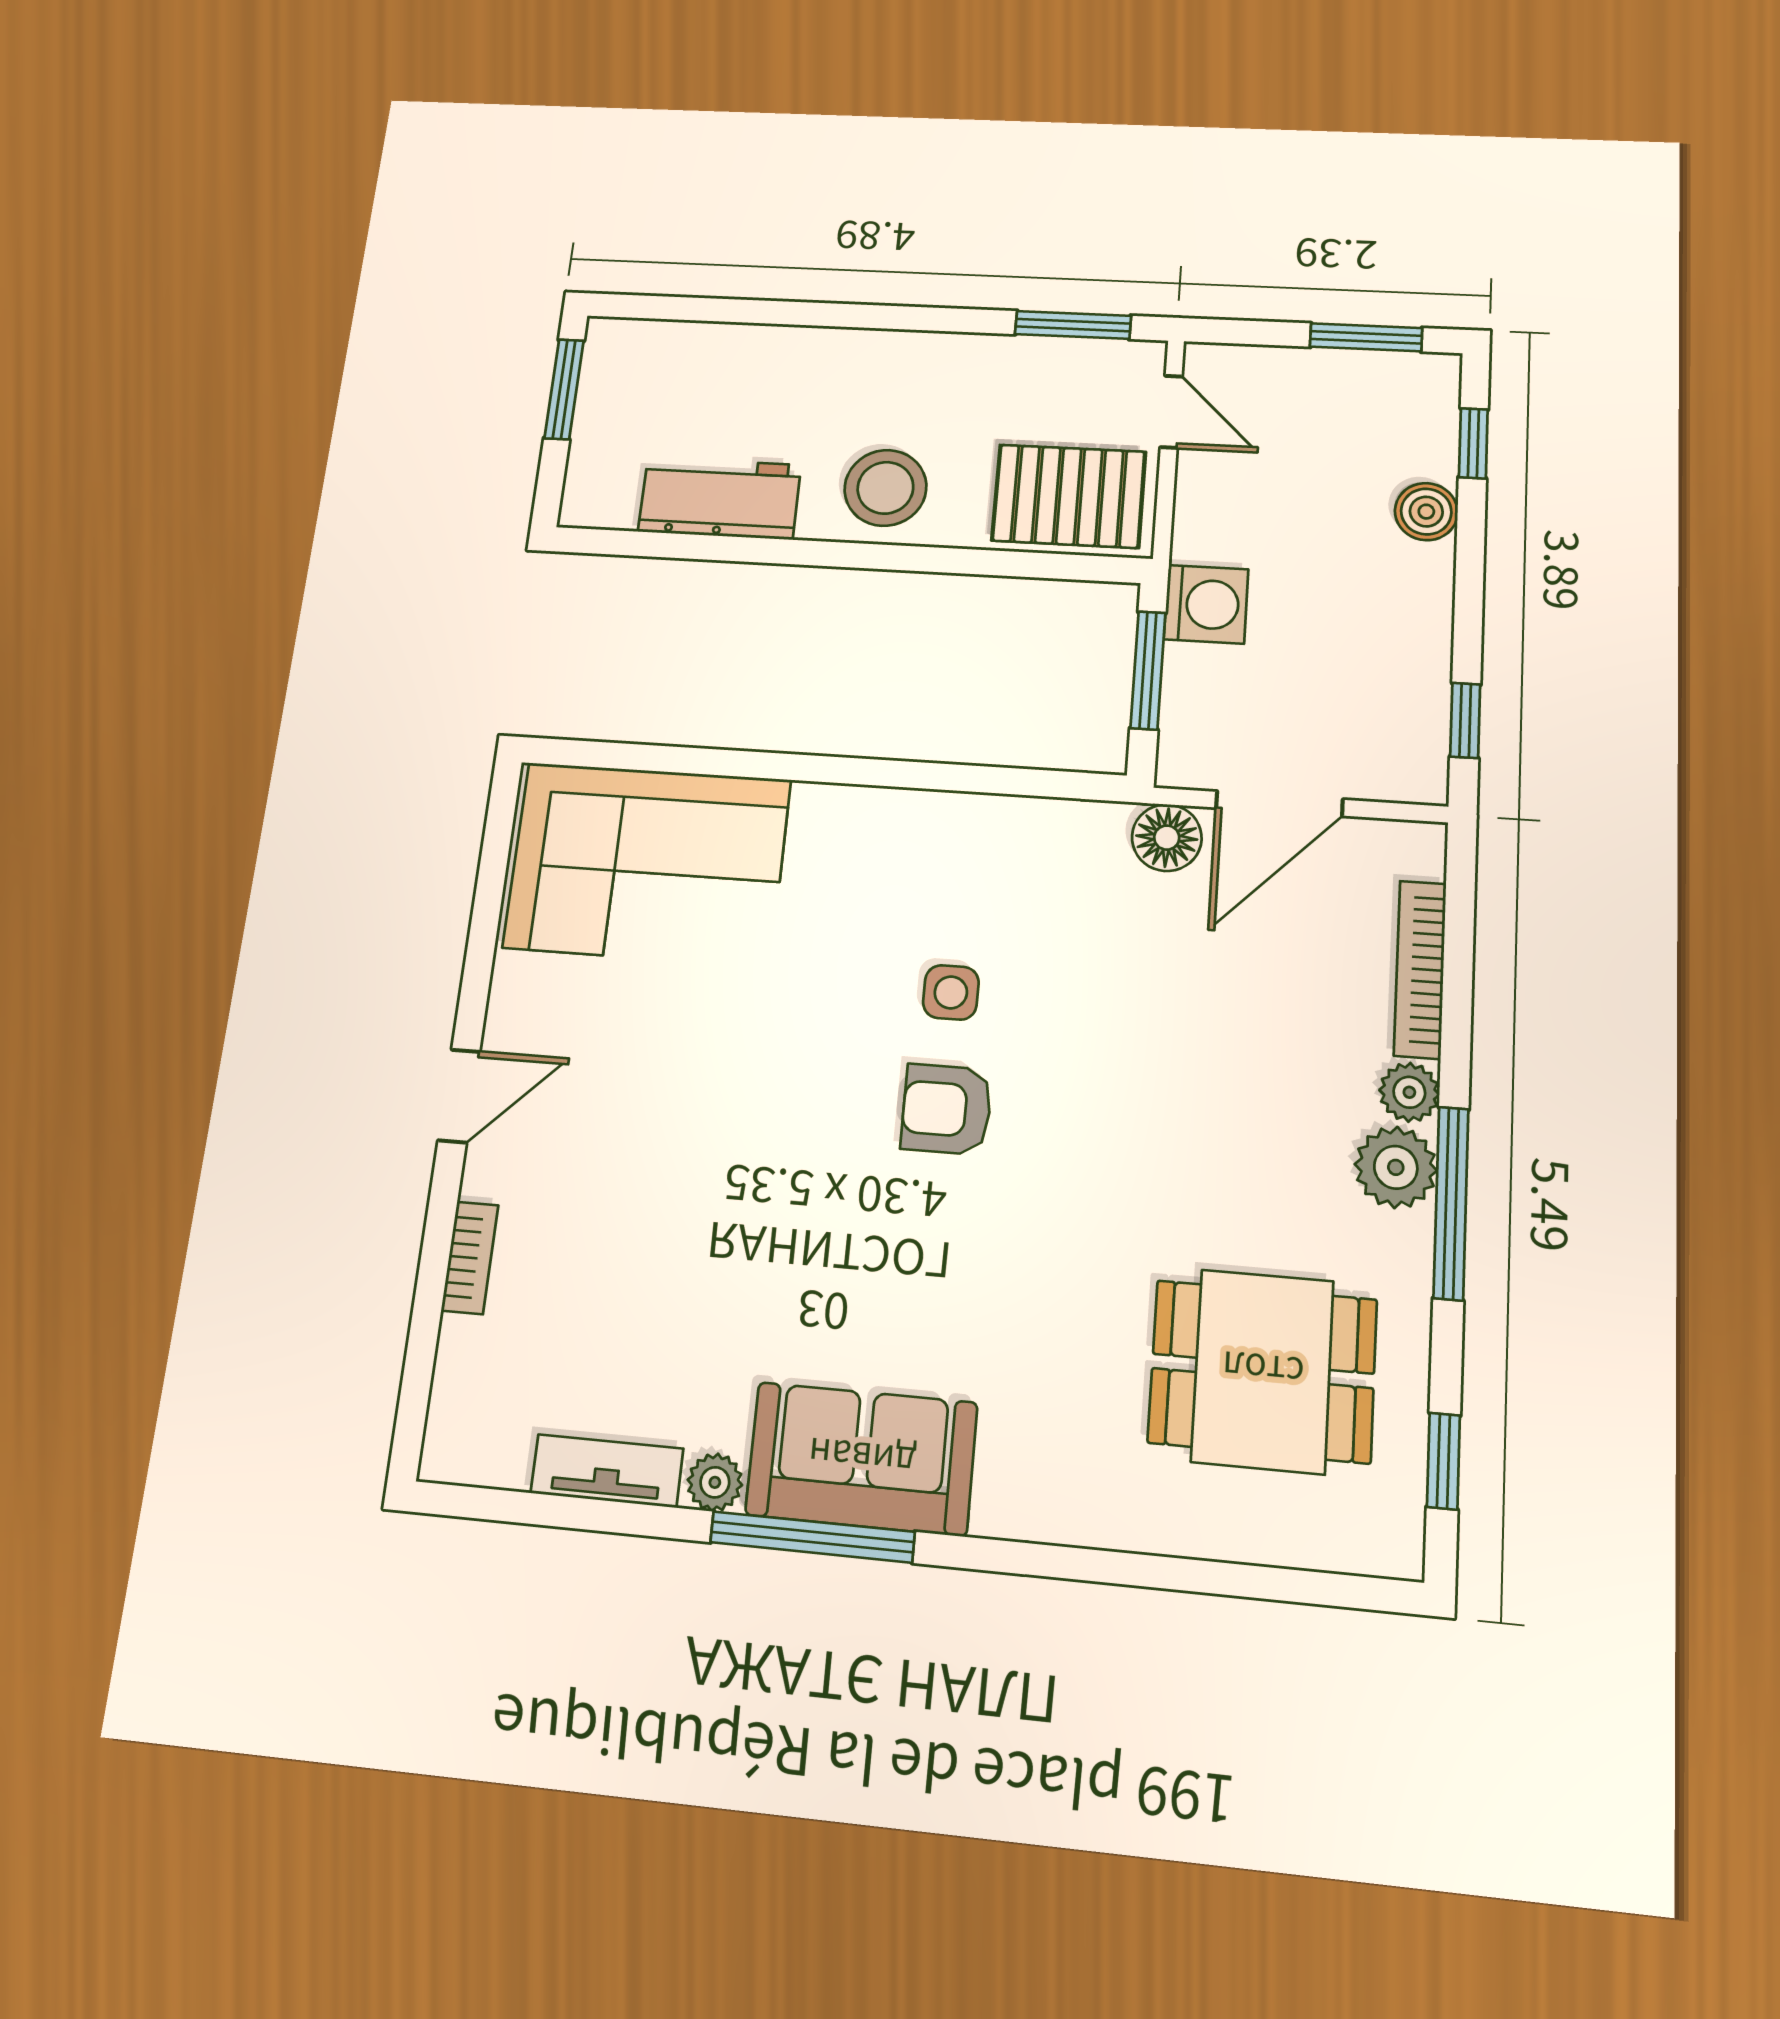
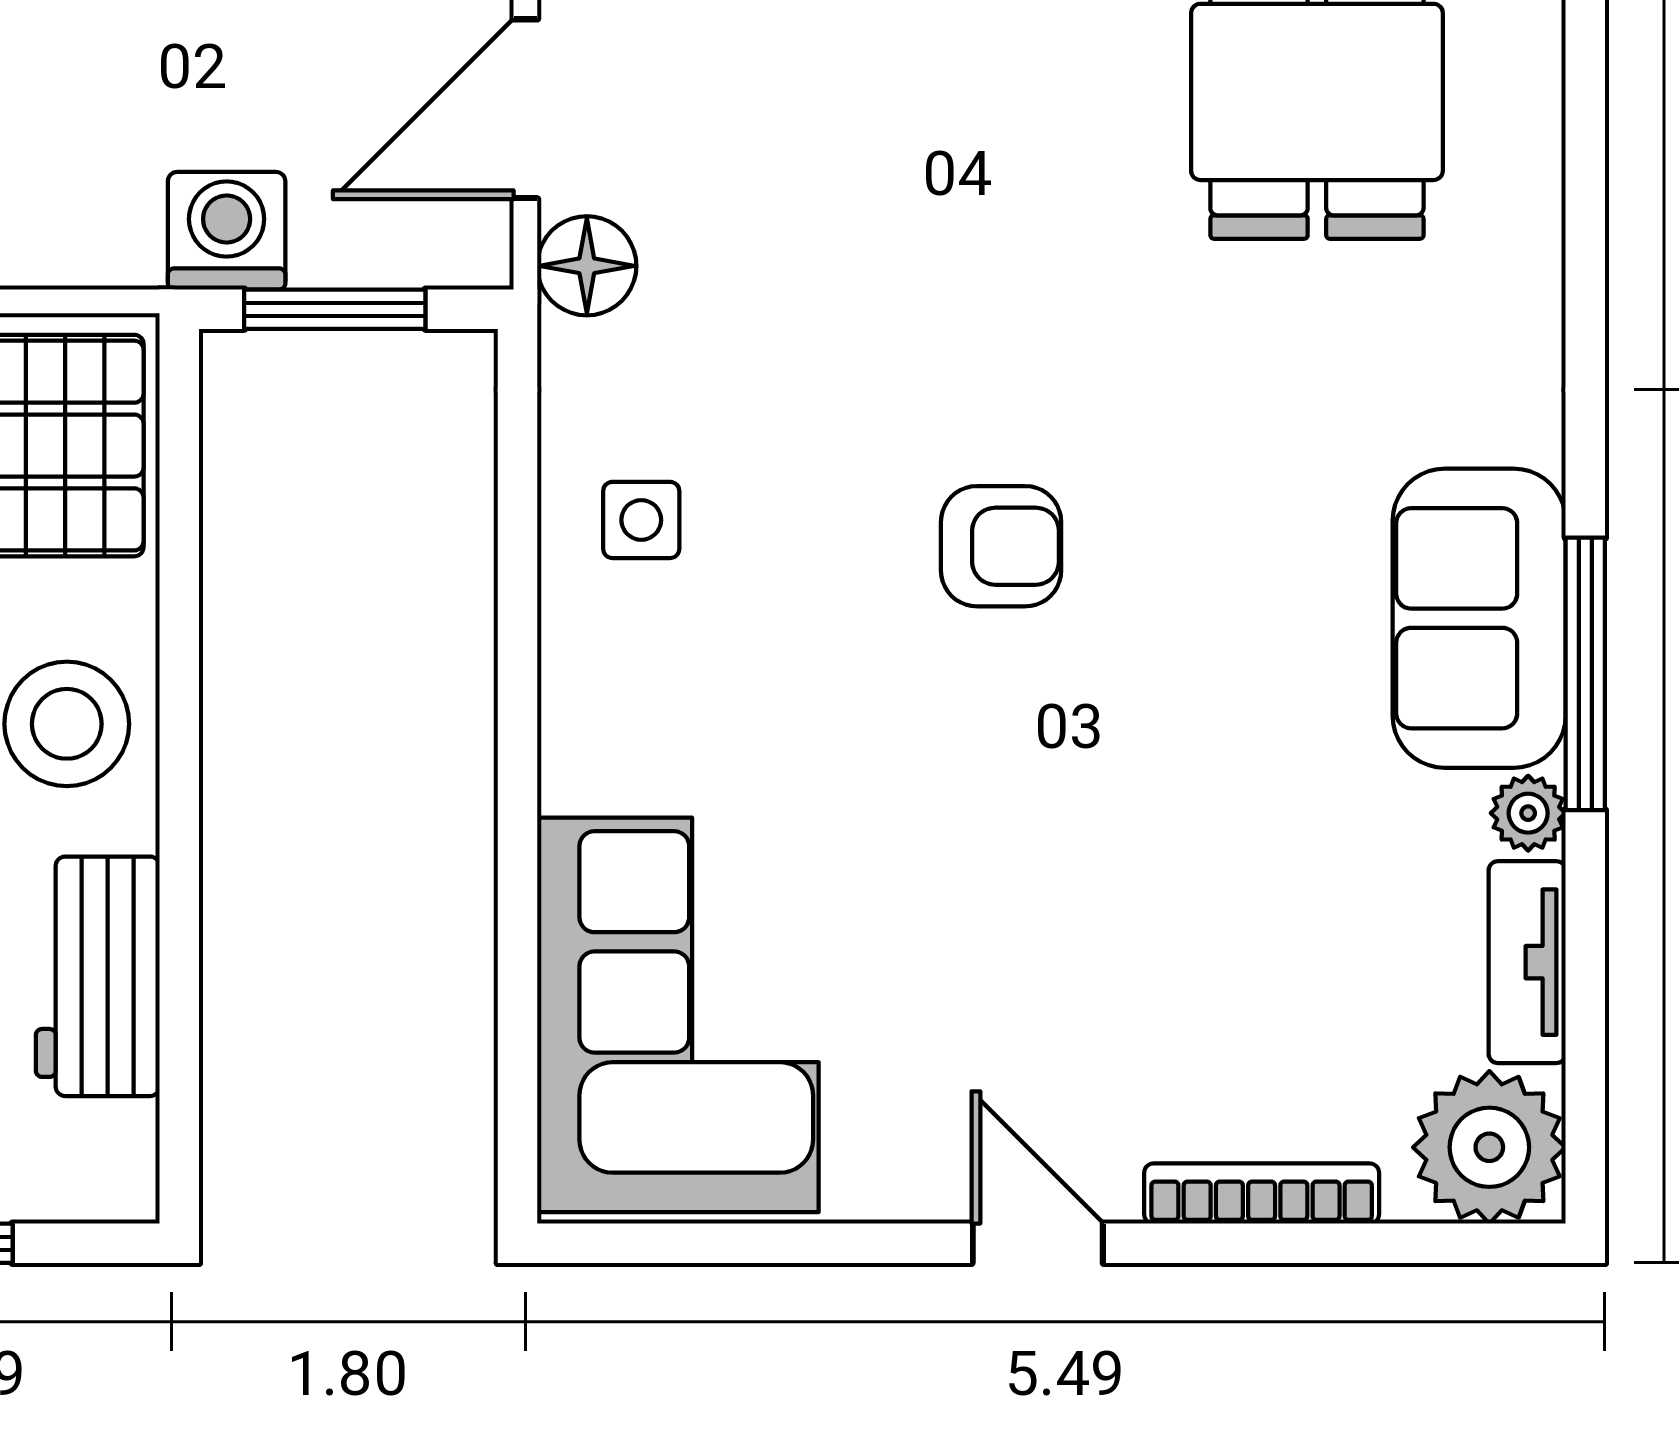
door: (1279, 804) -> (525, 109), swing flipped
side table: (951, 992) -> (641, 520), moved
armchair: (947, 1109) -> (1001, 546), turned -90
bookcase: (470, 1258) -> (1262, 1194), width x1.56
plant: (478, 1429) -> (1489, 1147), added

